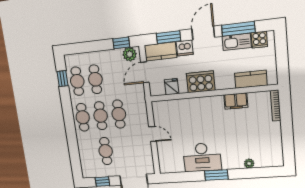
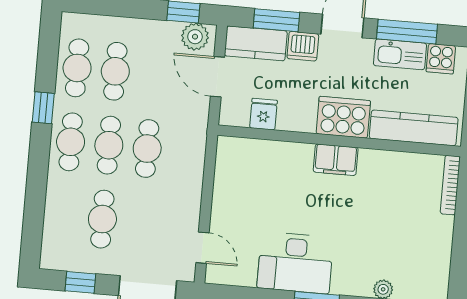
door: (145, 72) -> (217, 77), hinge flipped
window: (63, 79) -> (43, 108), moved
kitchen counter: (251, 79) -> (414, 128), width x1.50
cooker: (201, 82) -> (343, 117), moved
filing cabinet: (236, 101) -> (336, 160), moved
door: (153, 134) -> (202, 248), moved

